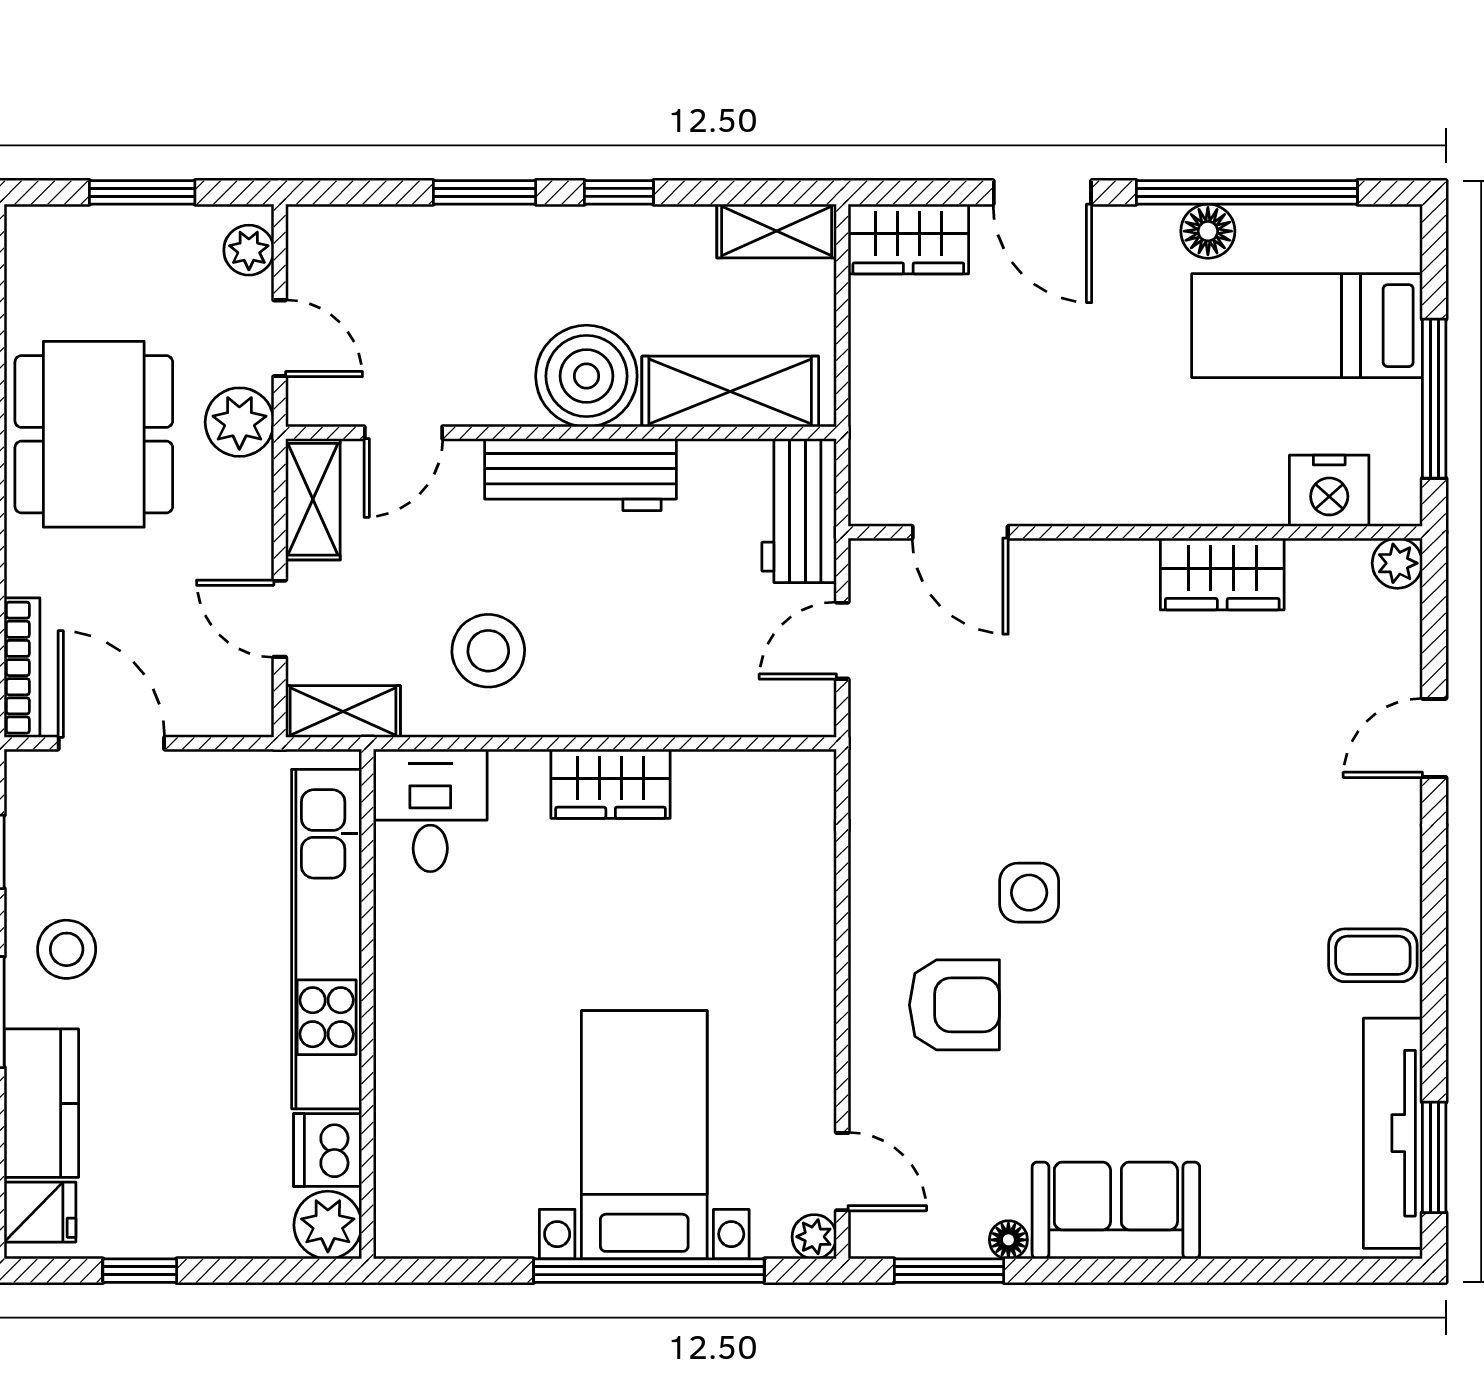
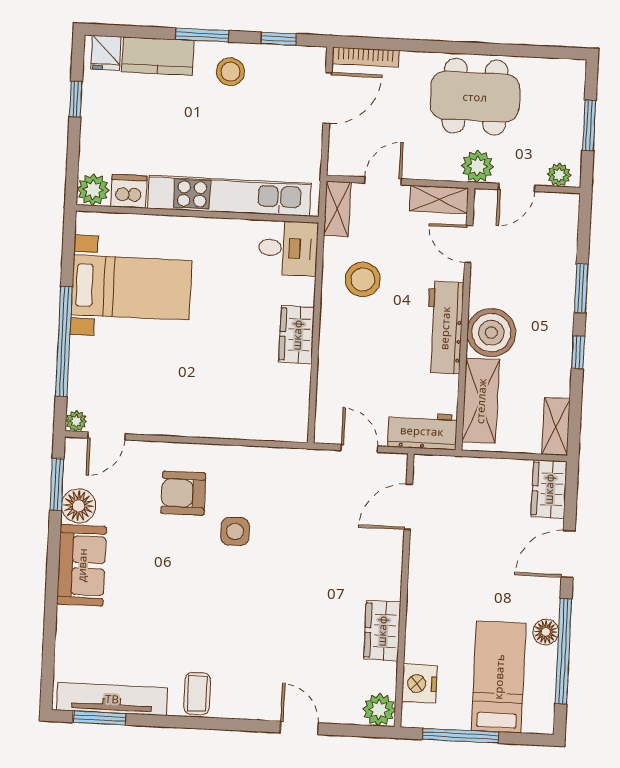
plant: (1397, 563) -> (379, 710), width x1.38, depth x1.38
armchair: (954, 1005) -> (183, 493), turned 90
bed with nightstands: (644, 1135) -> (131, 287), moved
floor lamp: (1008, 1240) -> (79, 506), width x1.89, depth x1.89

